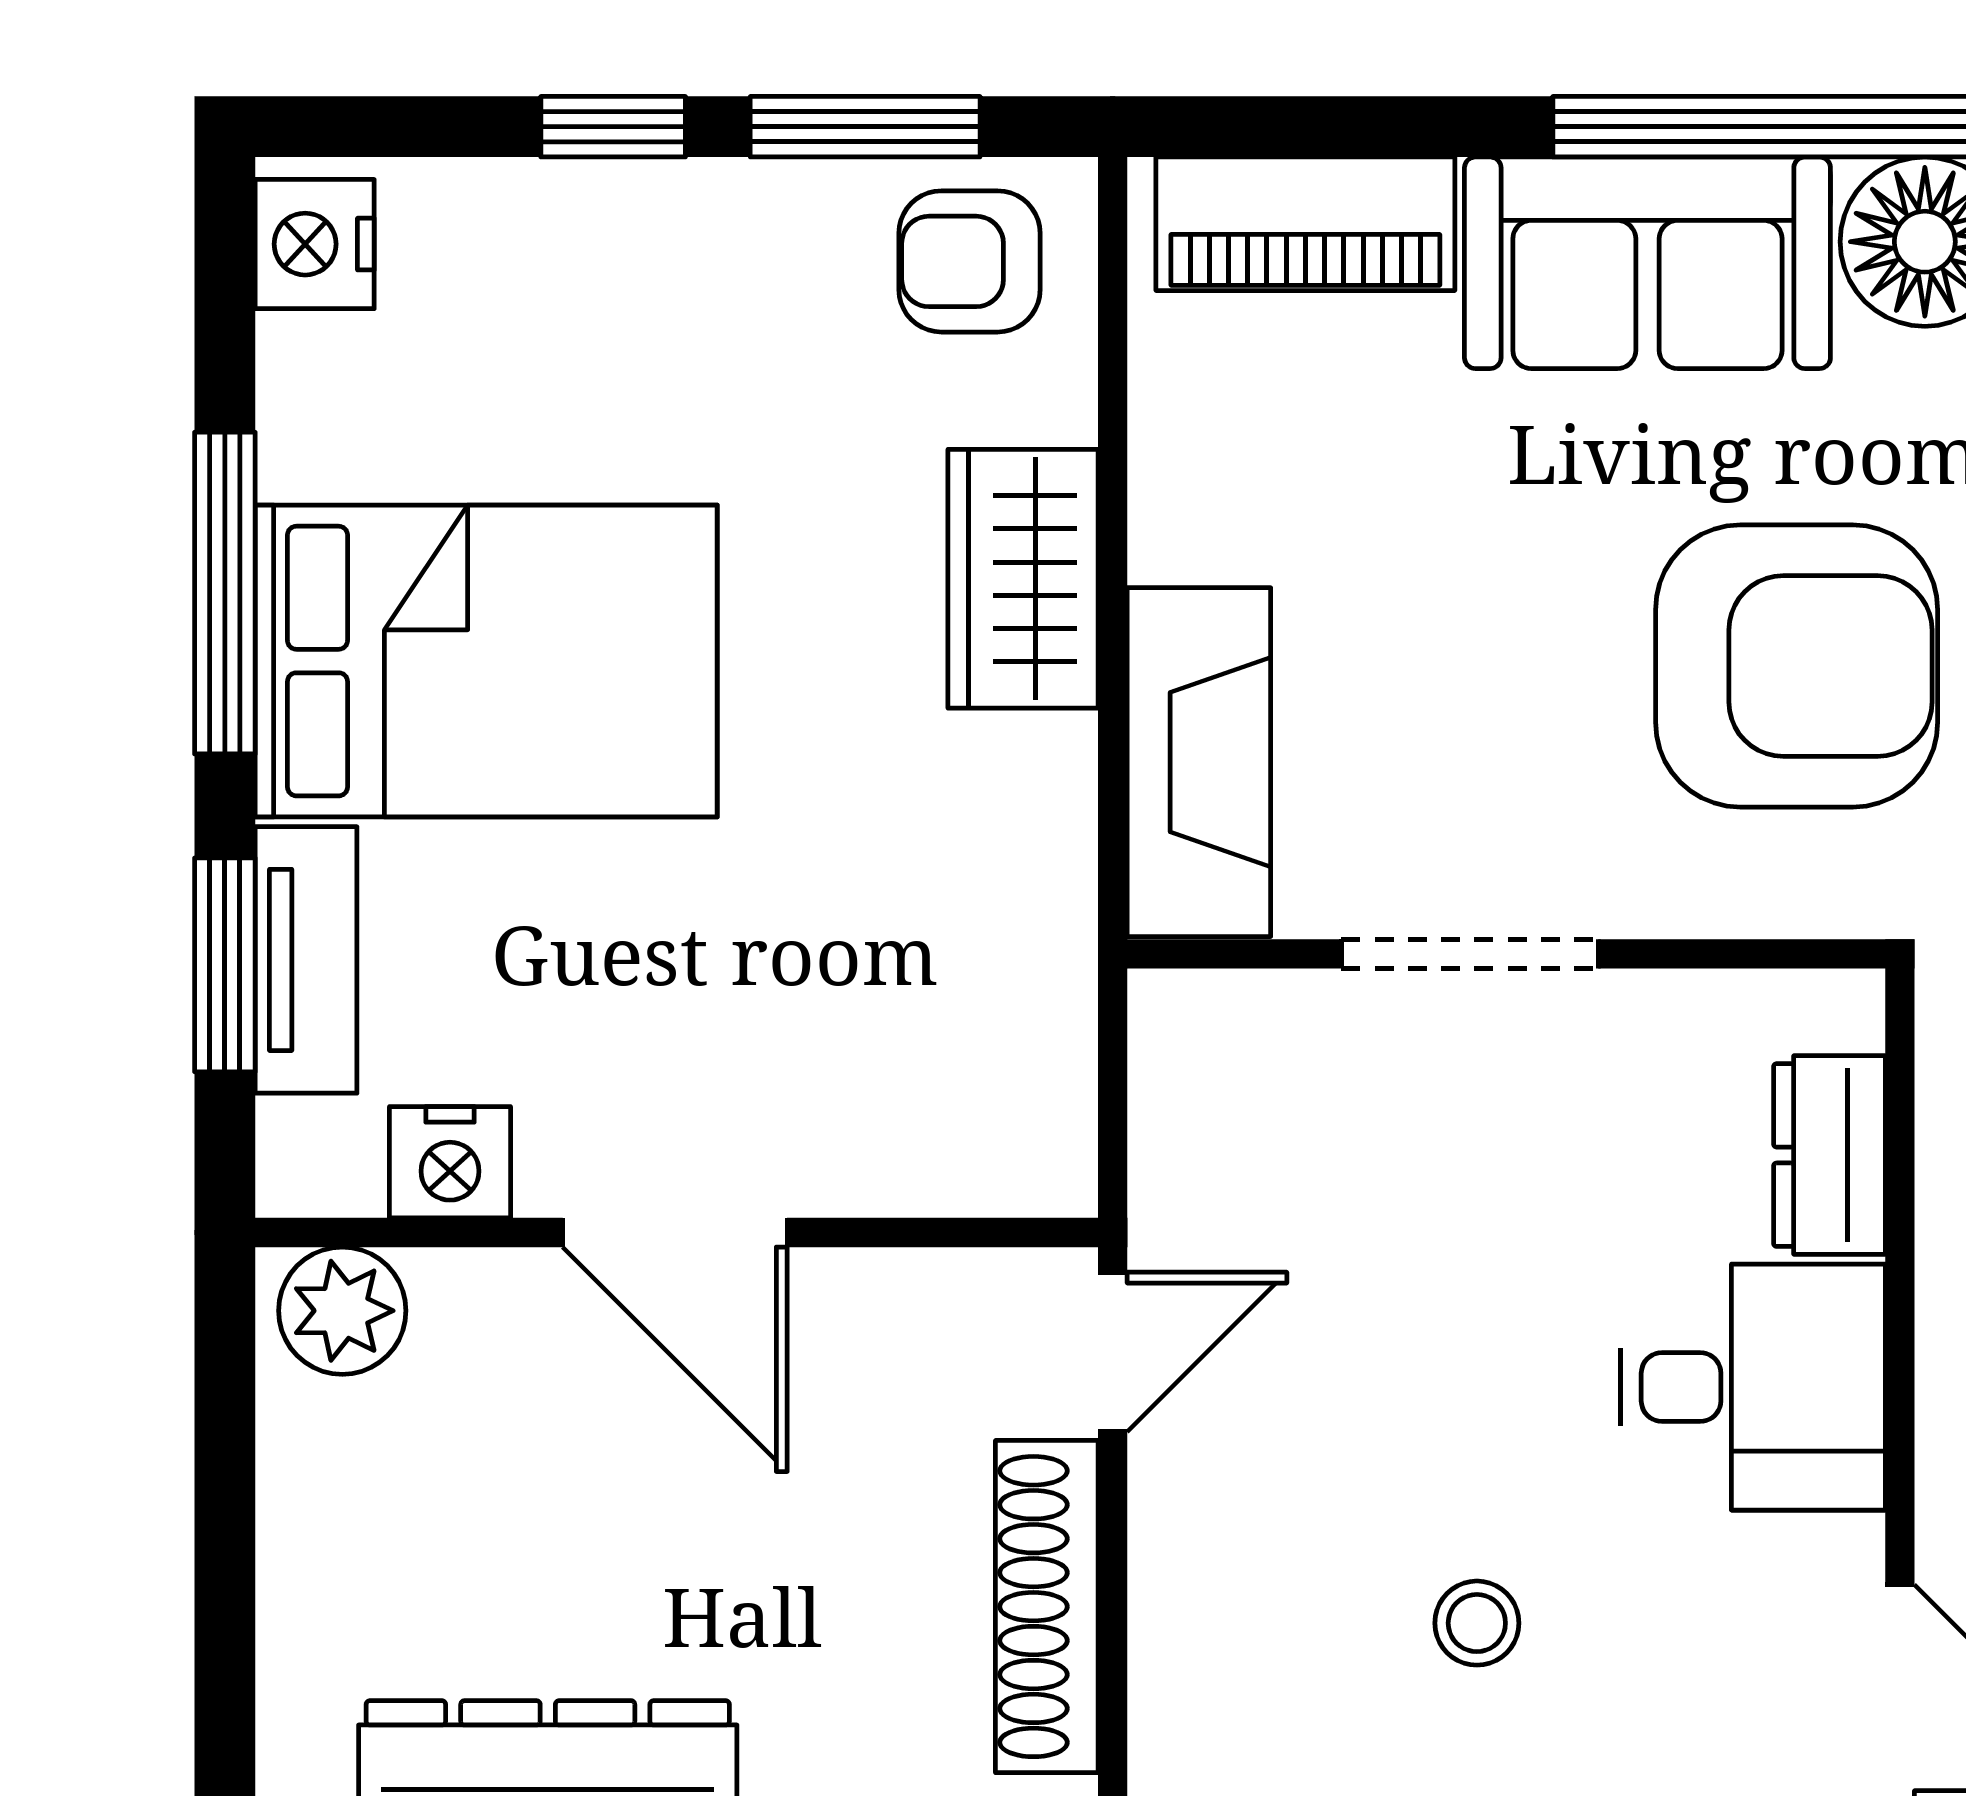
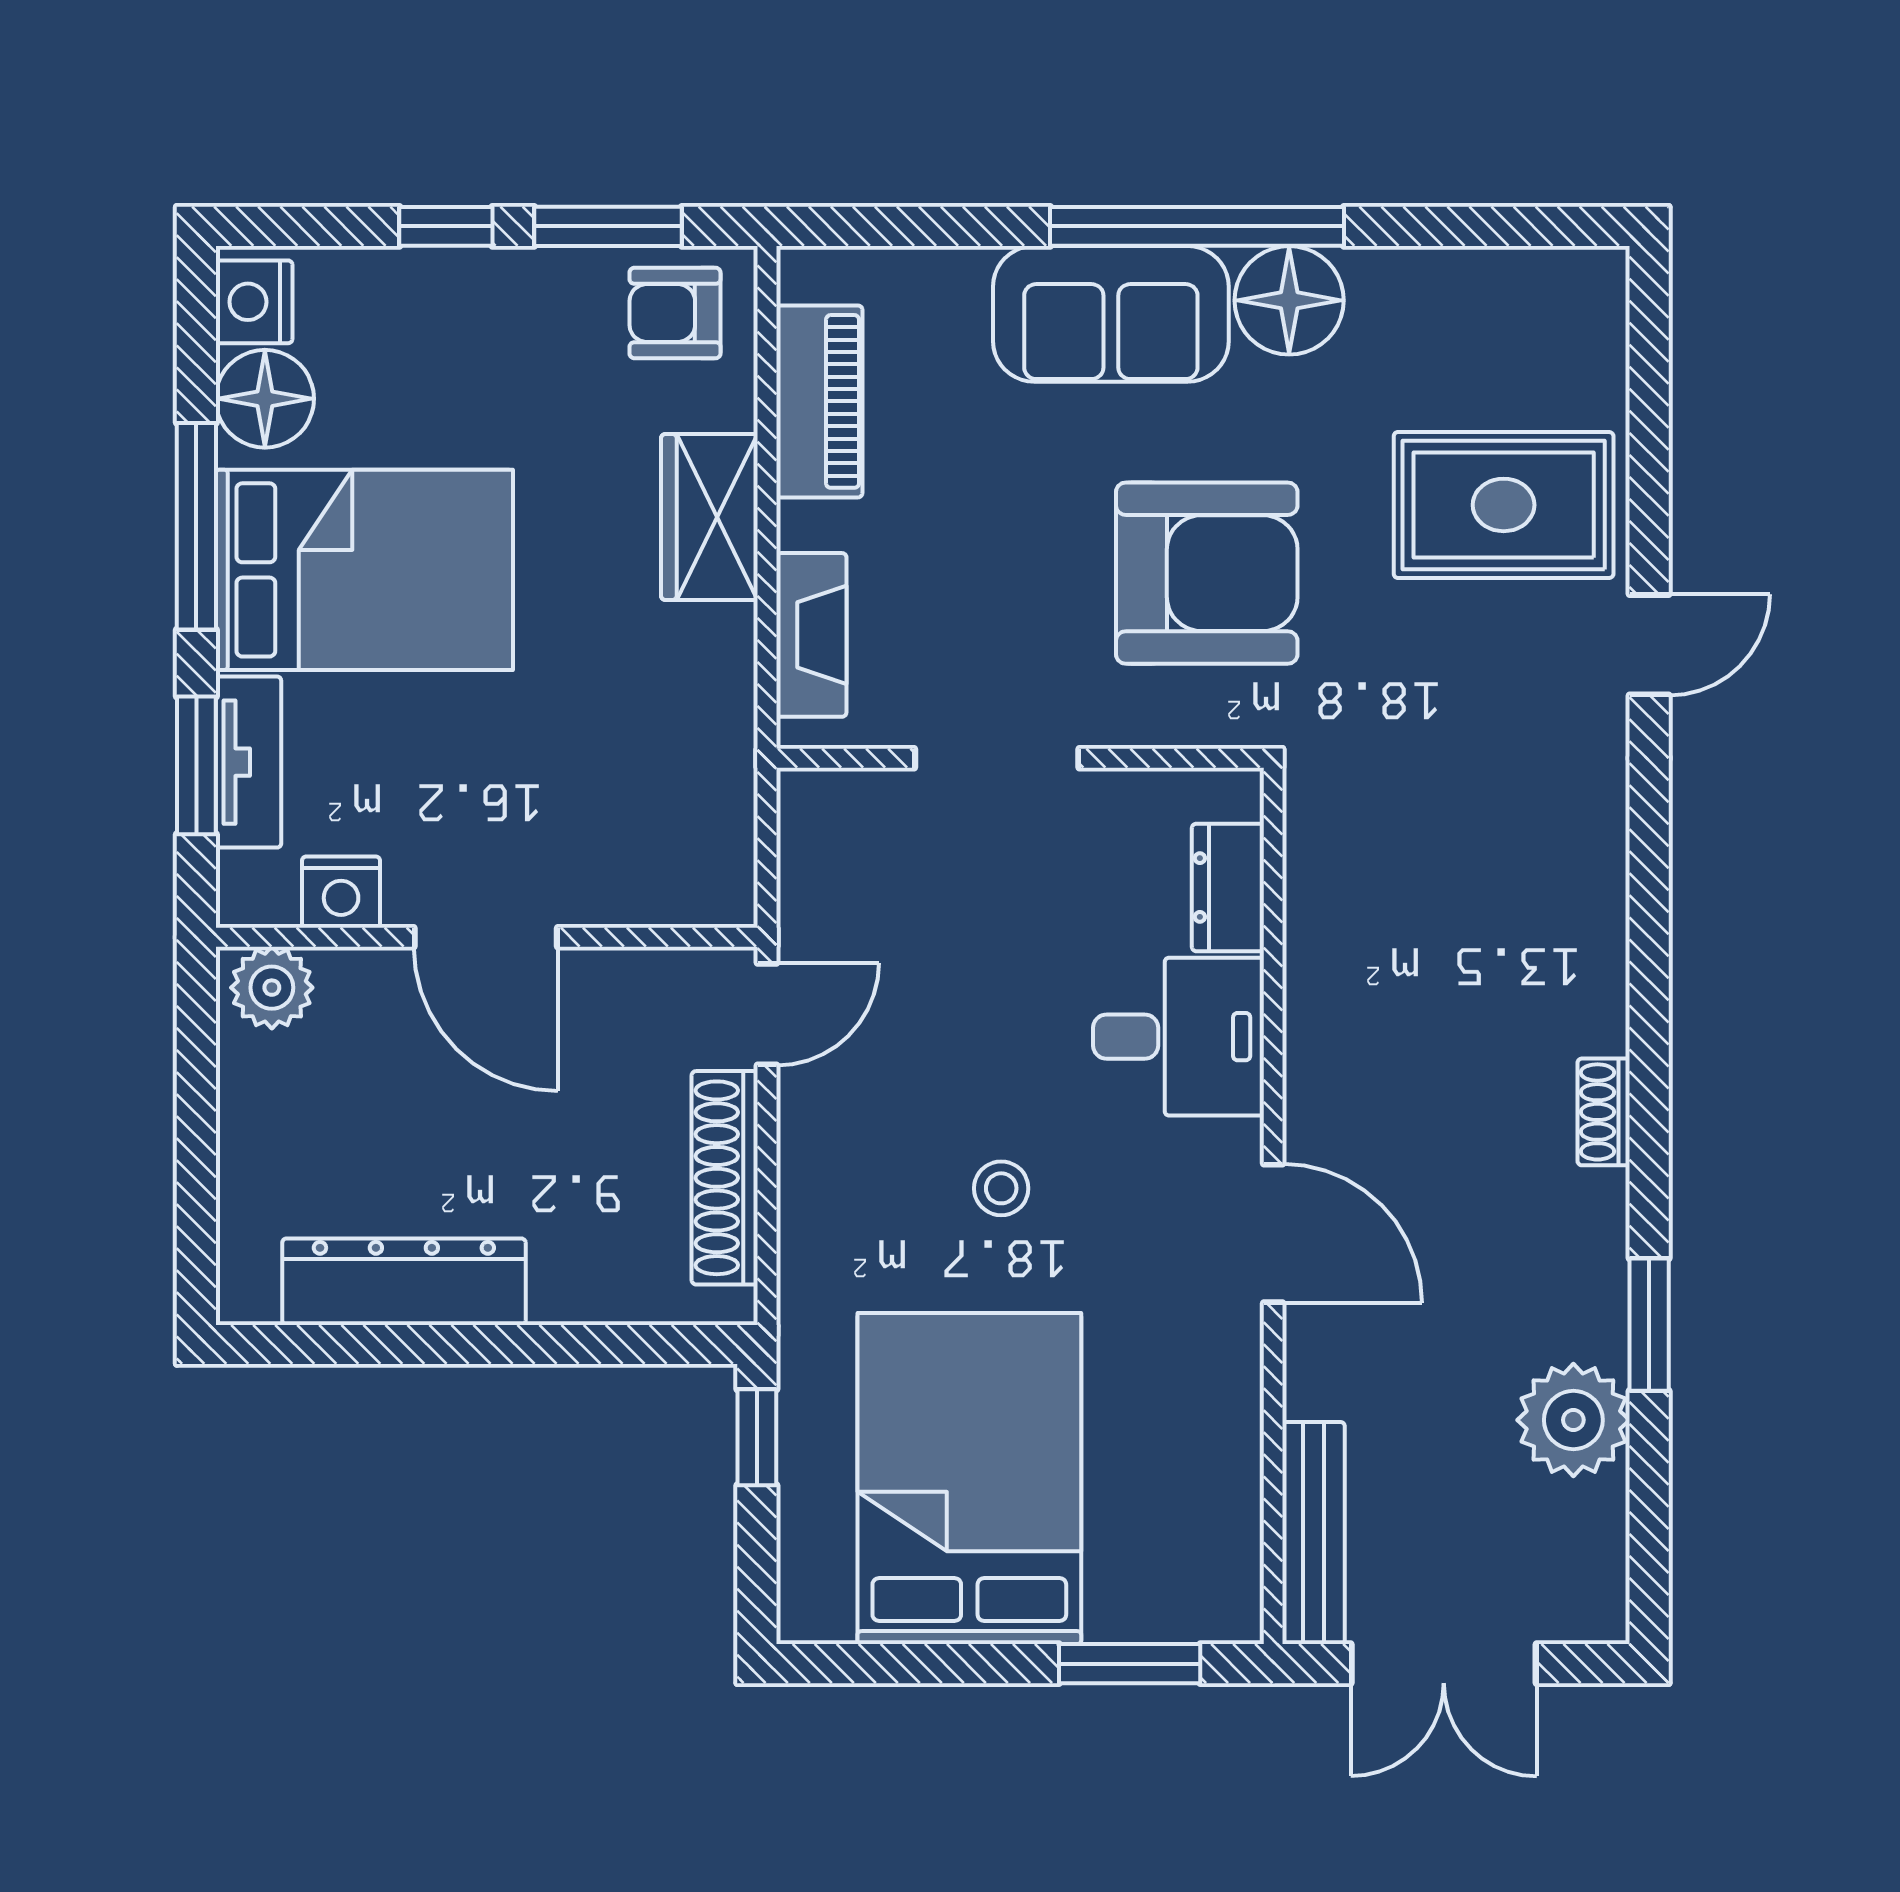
piano: (1305, 224) -> (819, 401), moved, turned -90
floor lamp: (331, 395) -> (265, 399), added
fireplace: (1199, 762) -> (811, 635), width x0.73, depth x0.76

